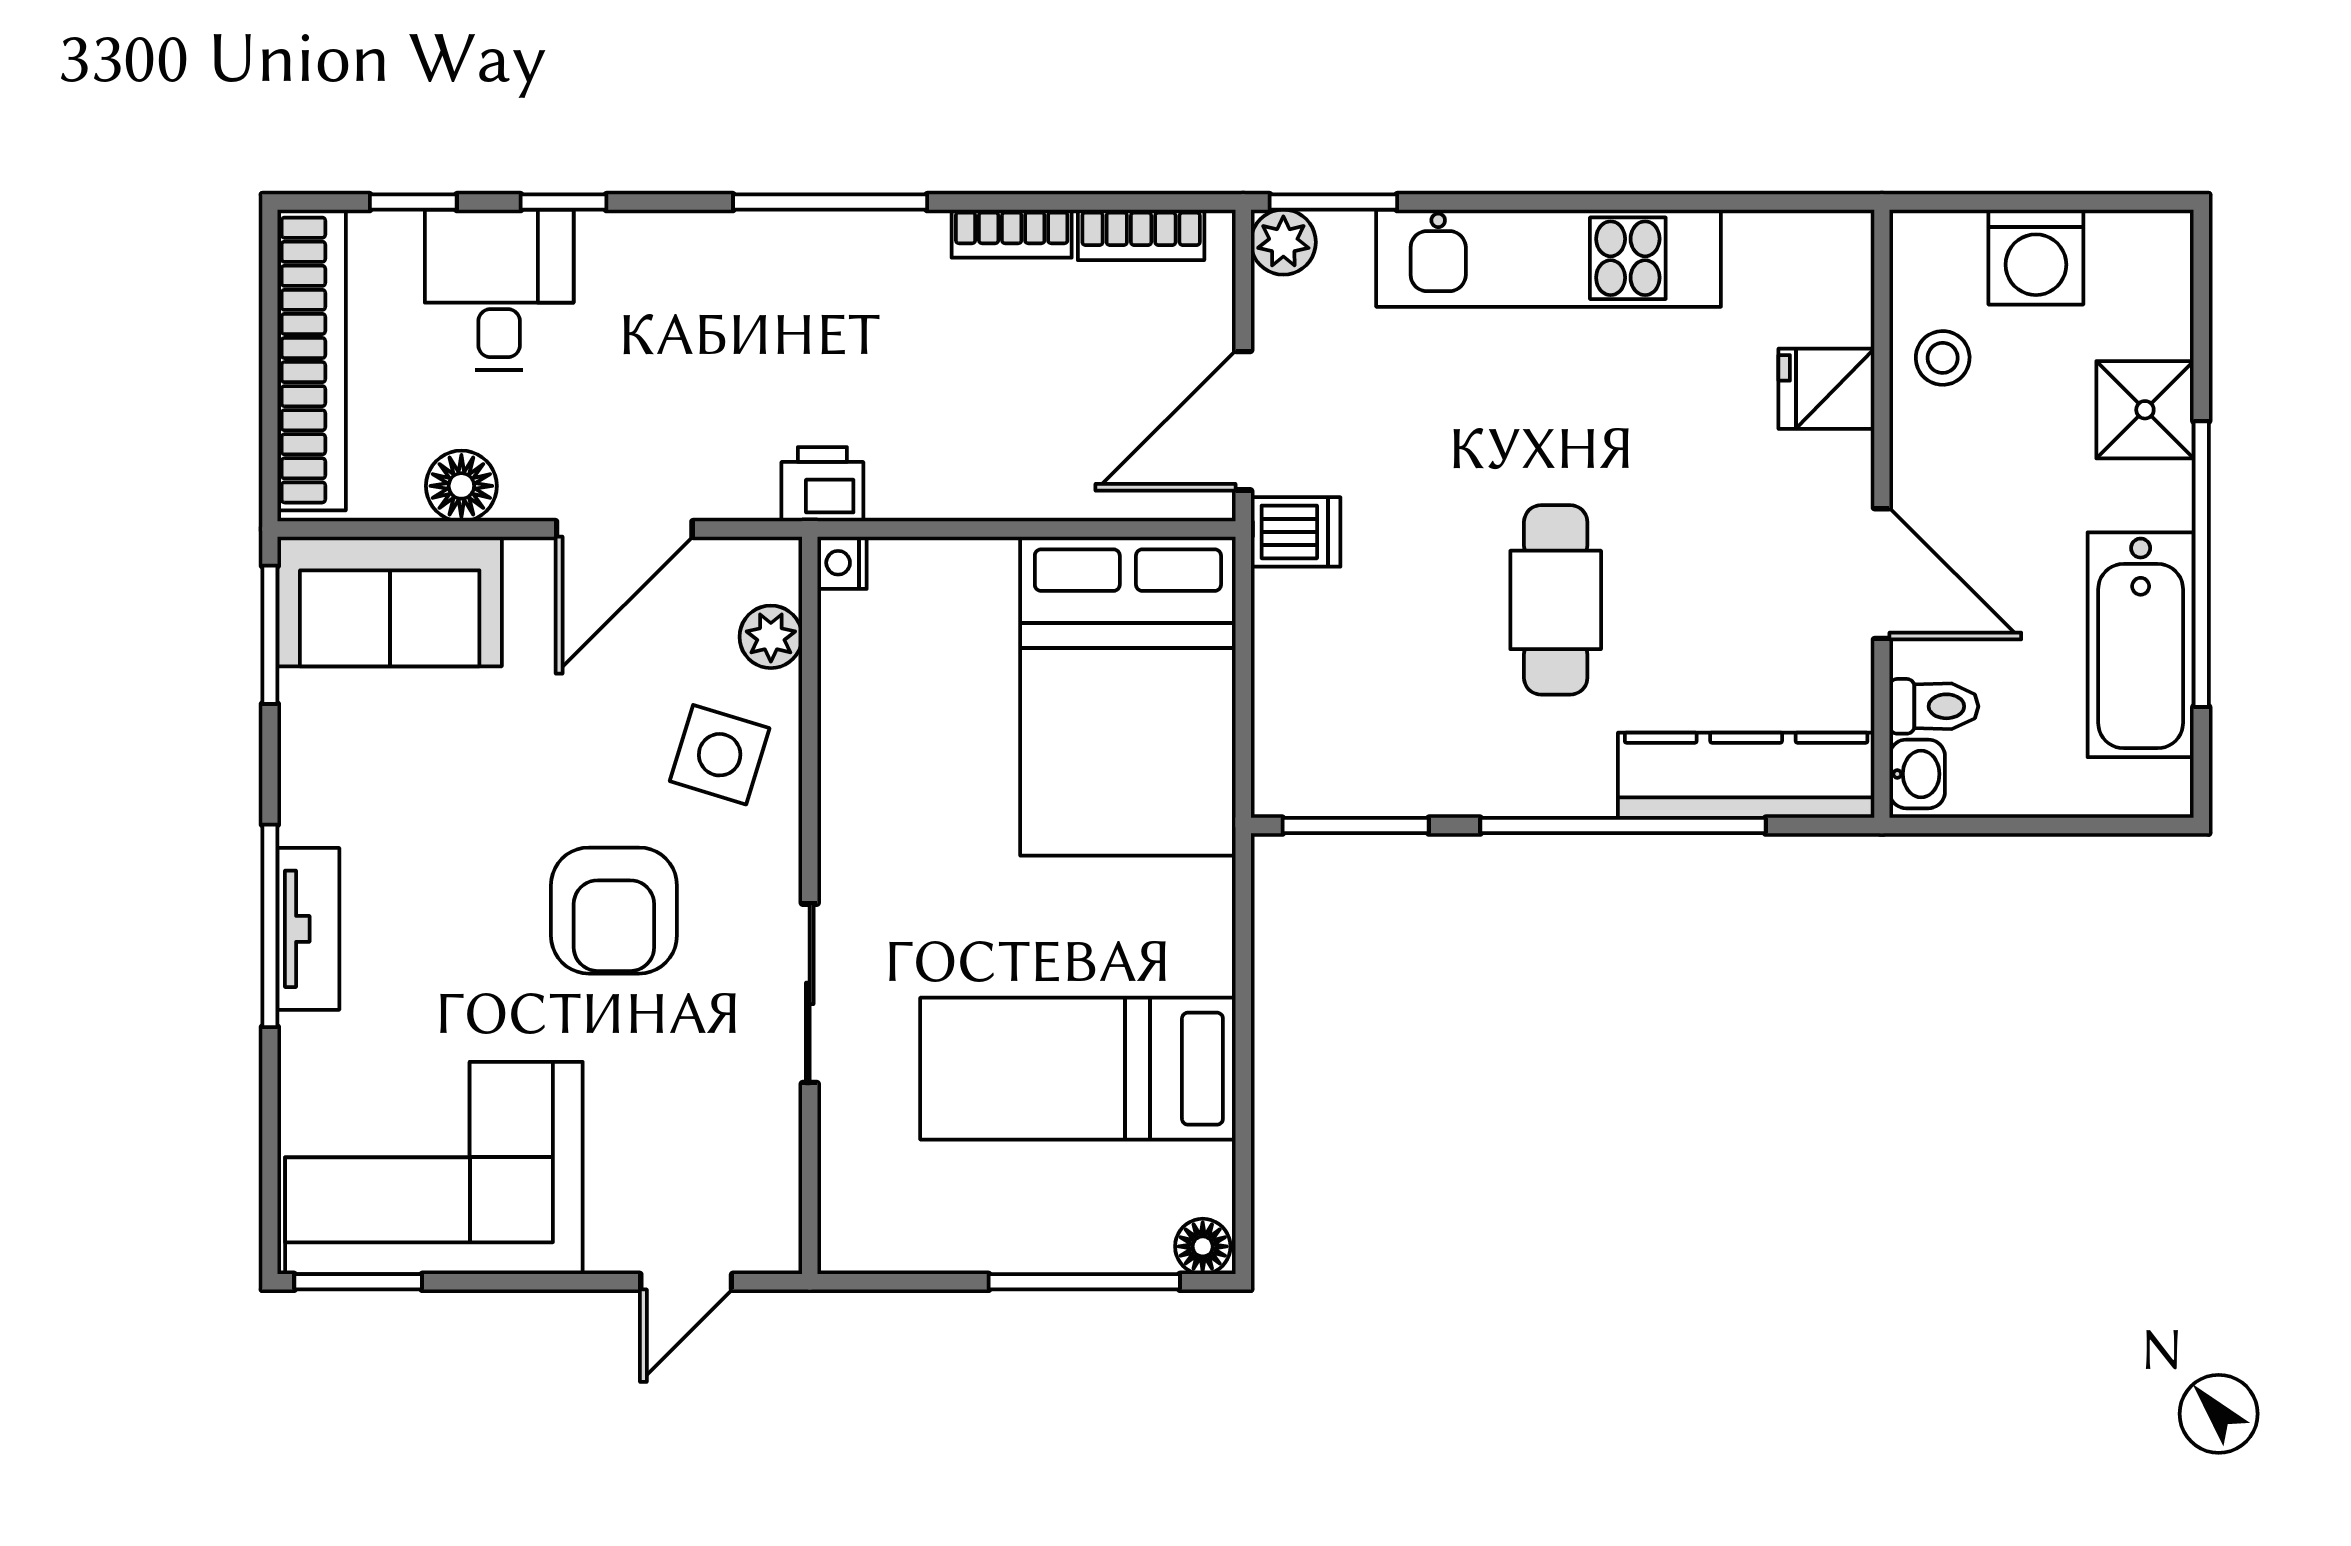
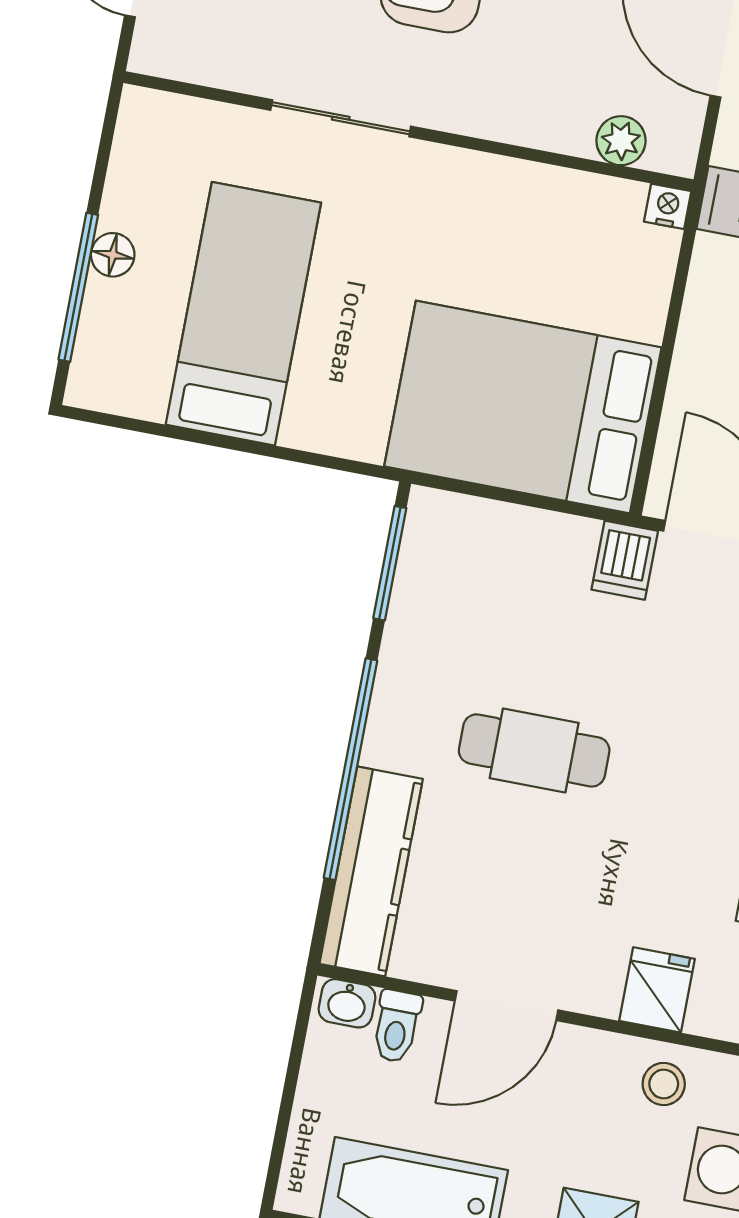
side table: (720, 755) -> (538, 84), removed
floor lamp: (1203, 1246) -> (113, 255), moved

